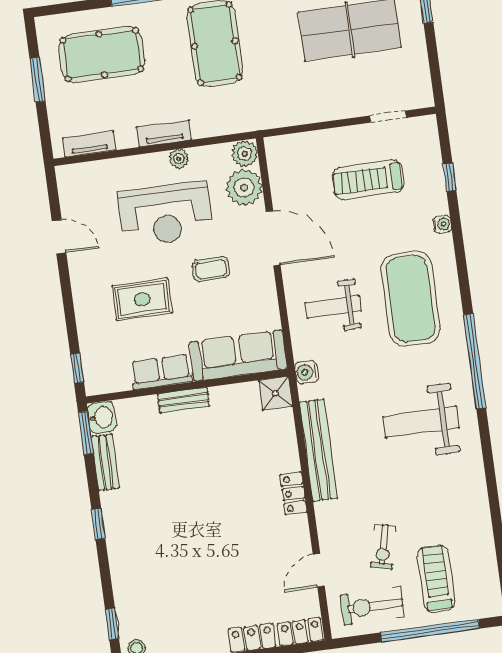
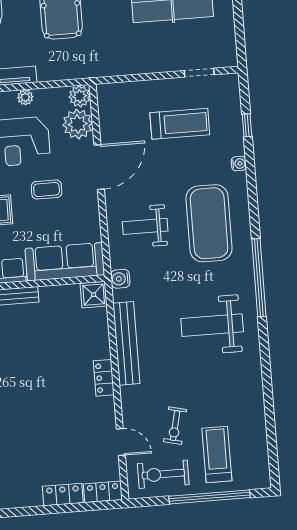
treadmill: (368, 180) -> (180, 124), turned 180
door: (273, 238) -> (99, 167), hinge flipped
door: (319, 570) -> (121, 442), swing flipped

